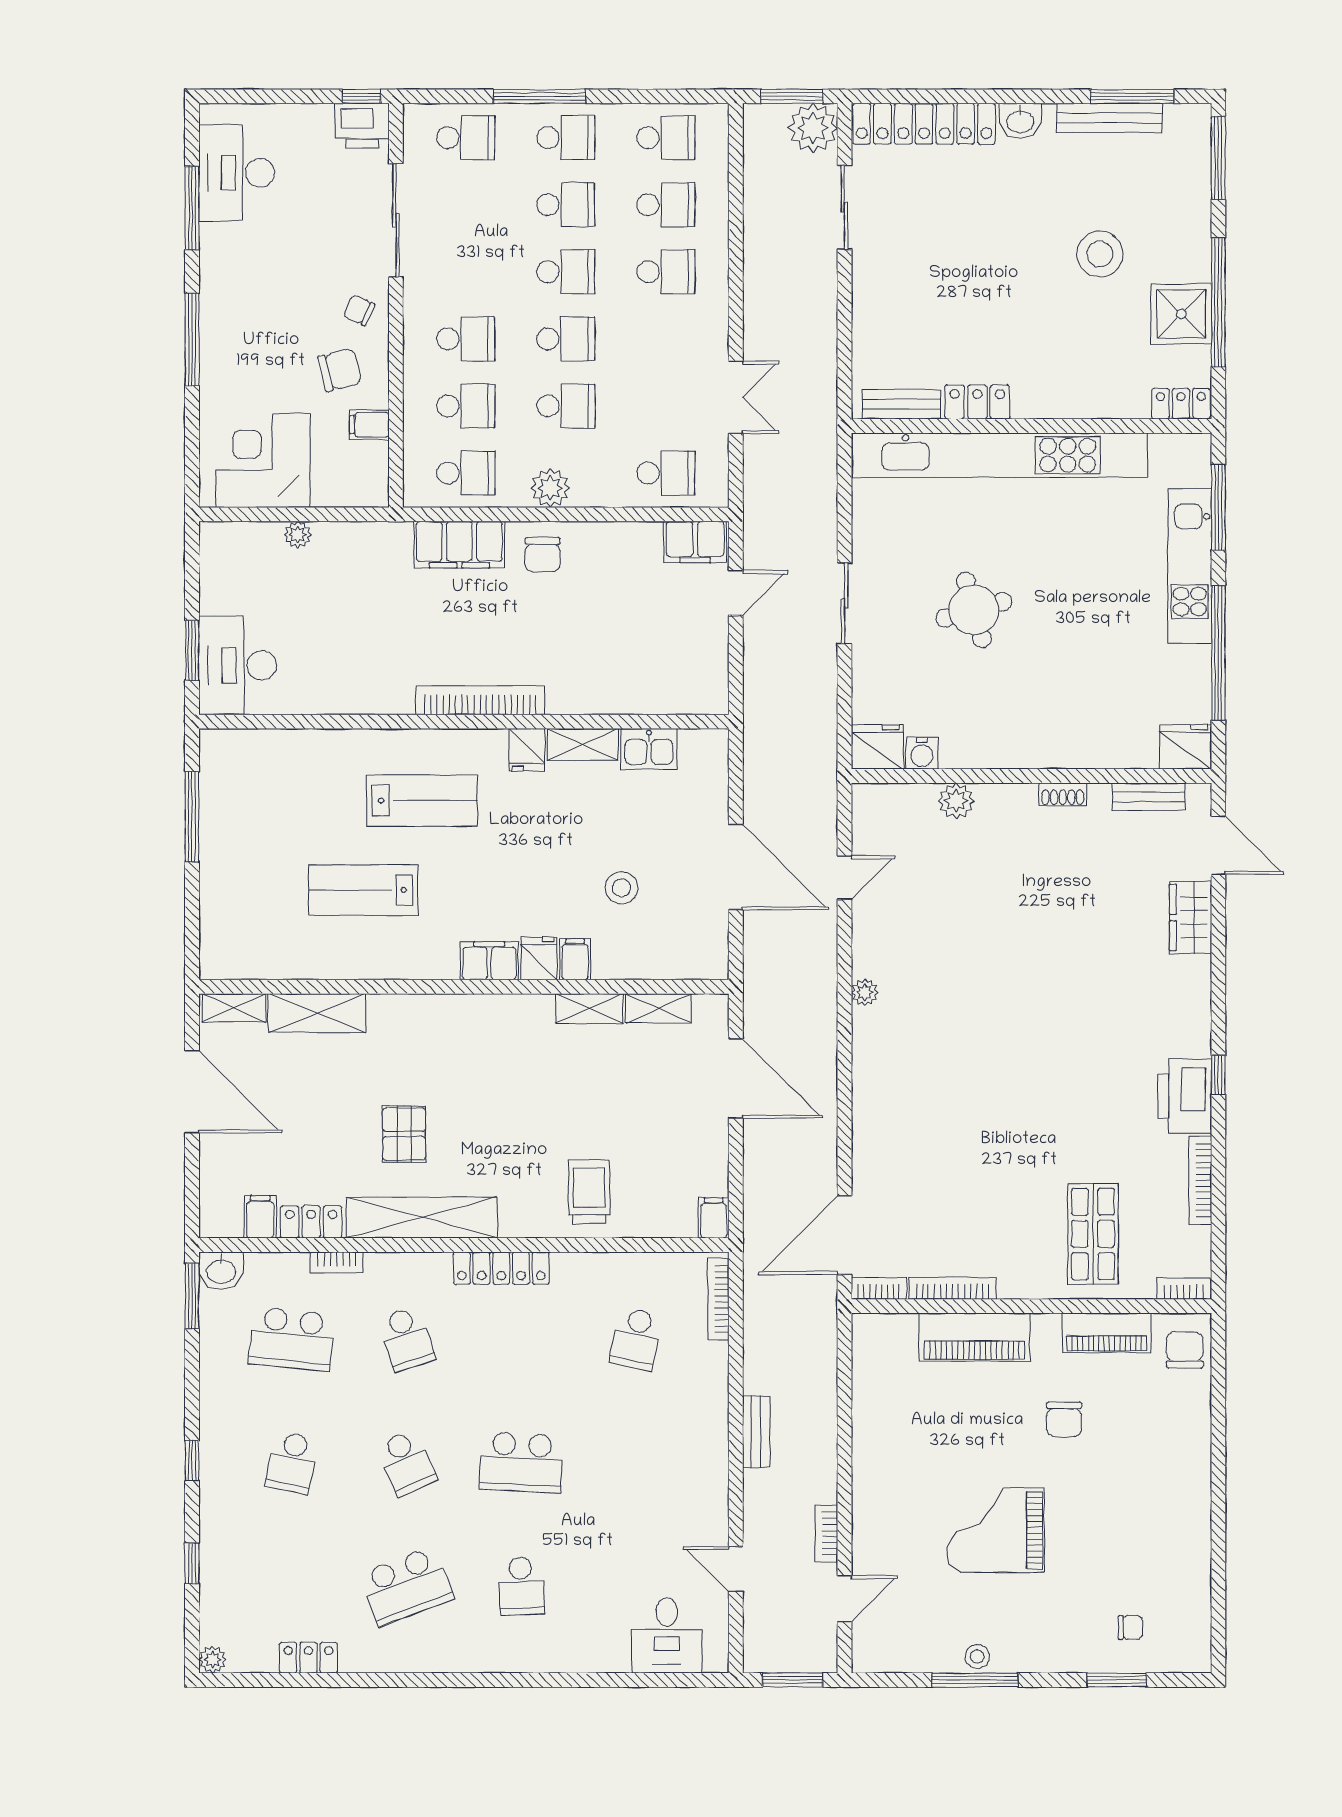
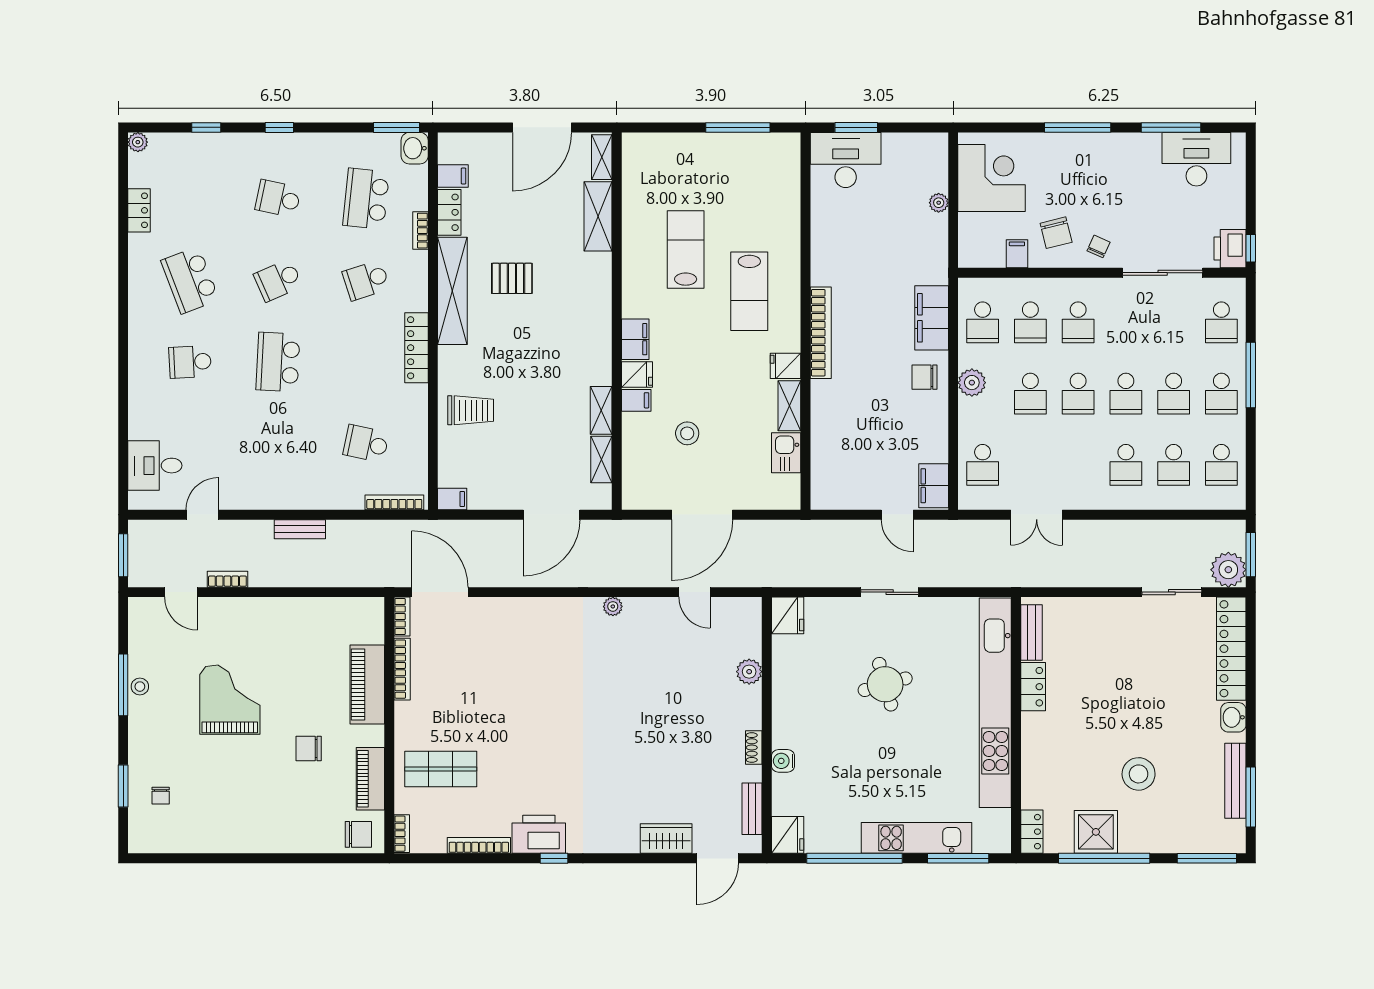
water cooler: (922, 753) -> (783, 761), moved

